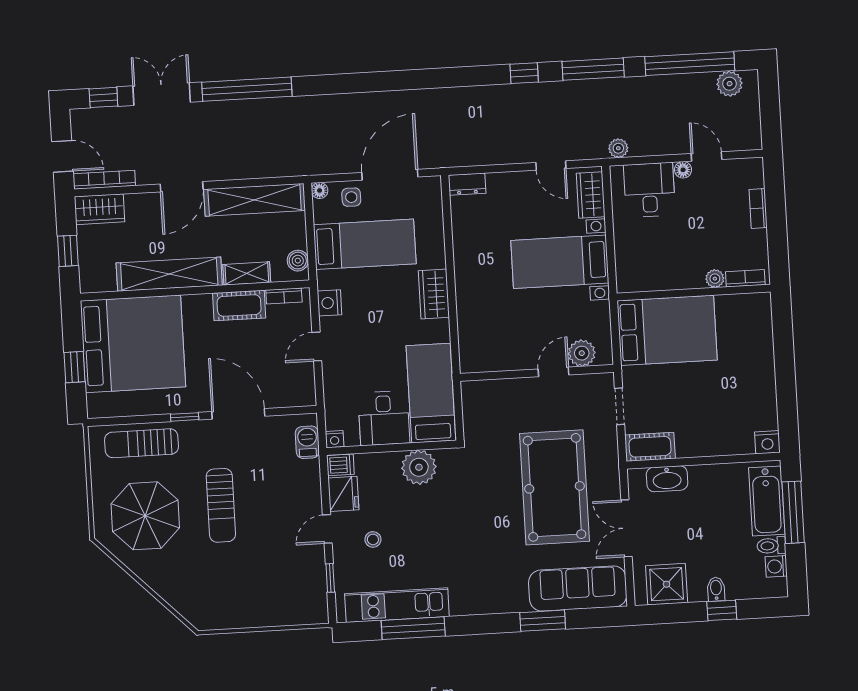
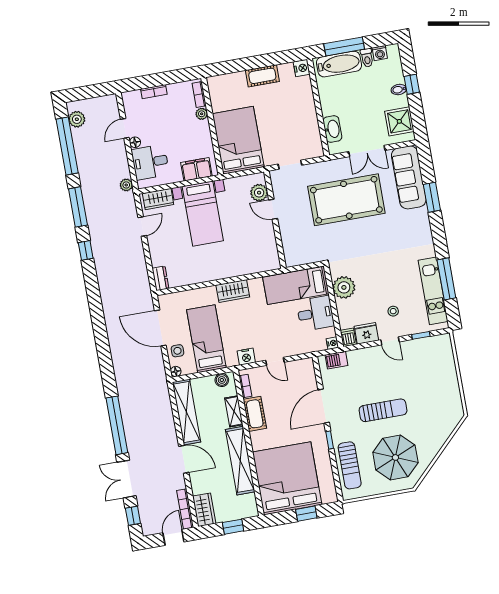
filing cabinet: (630, 260) -> (196, 169), added
cot: (650, 447) -> (262, 76), moved, turned 90

